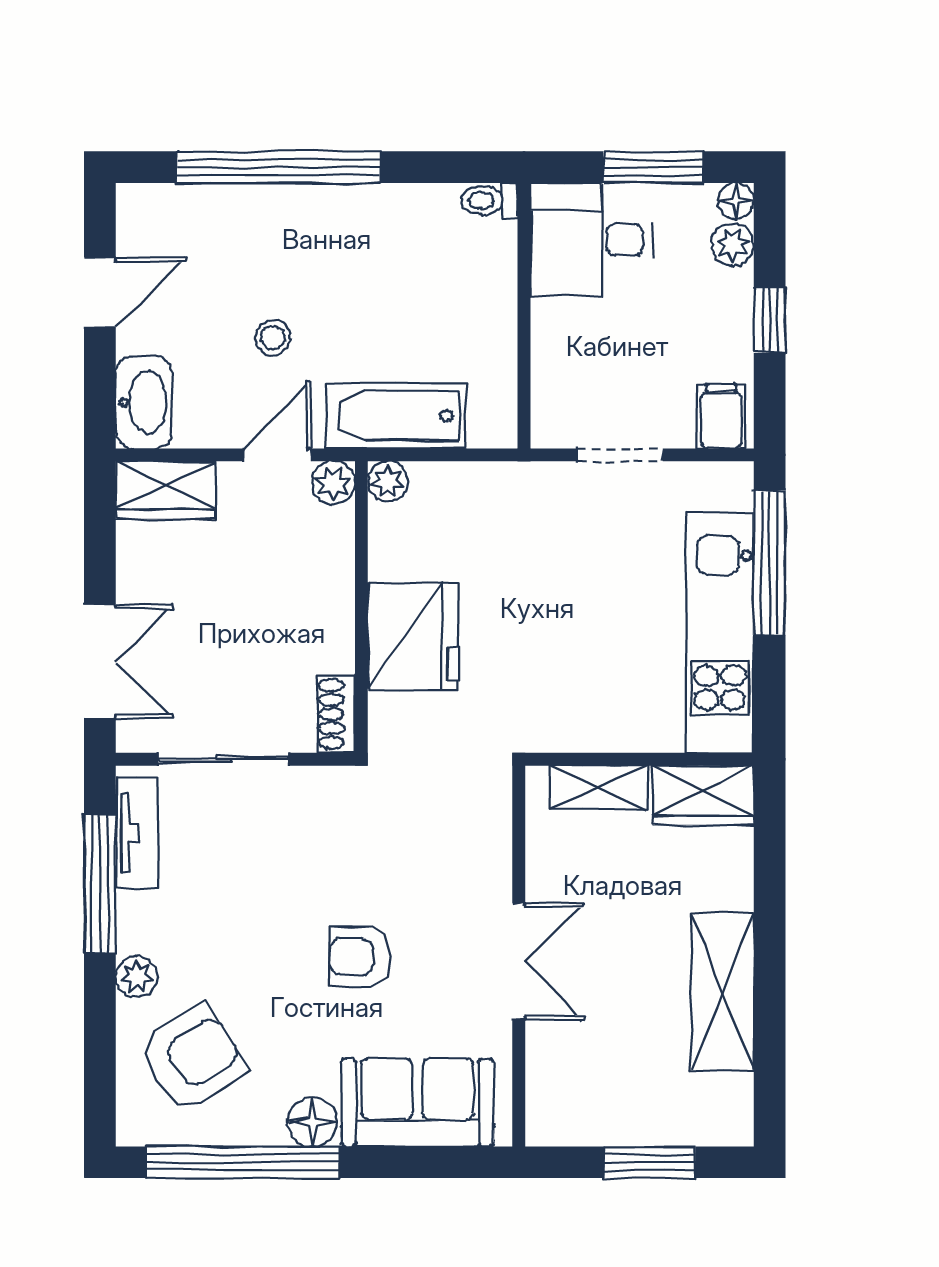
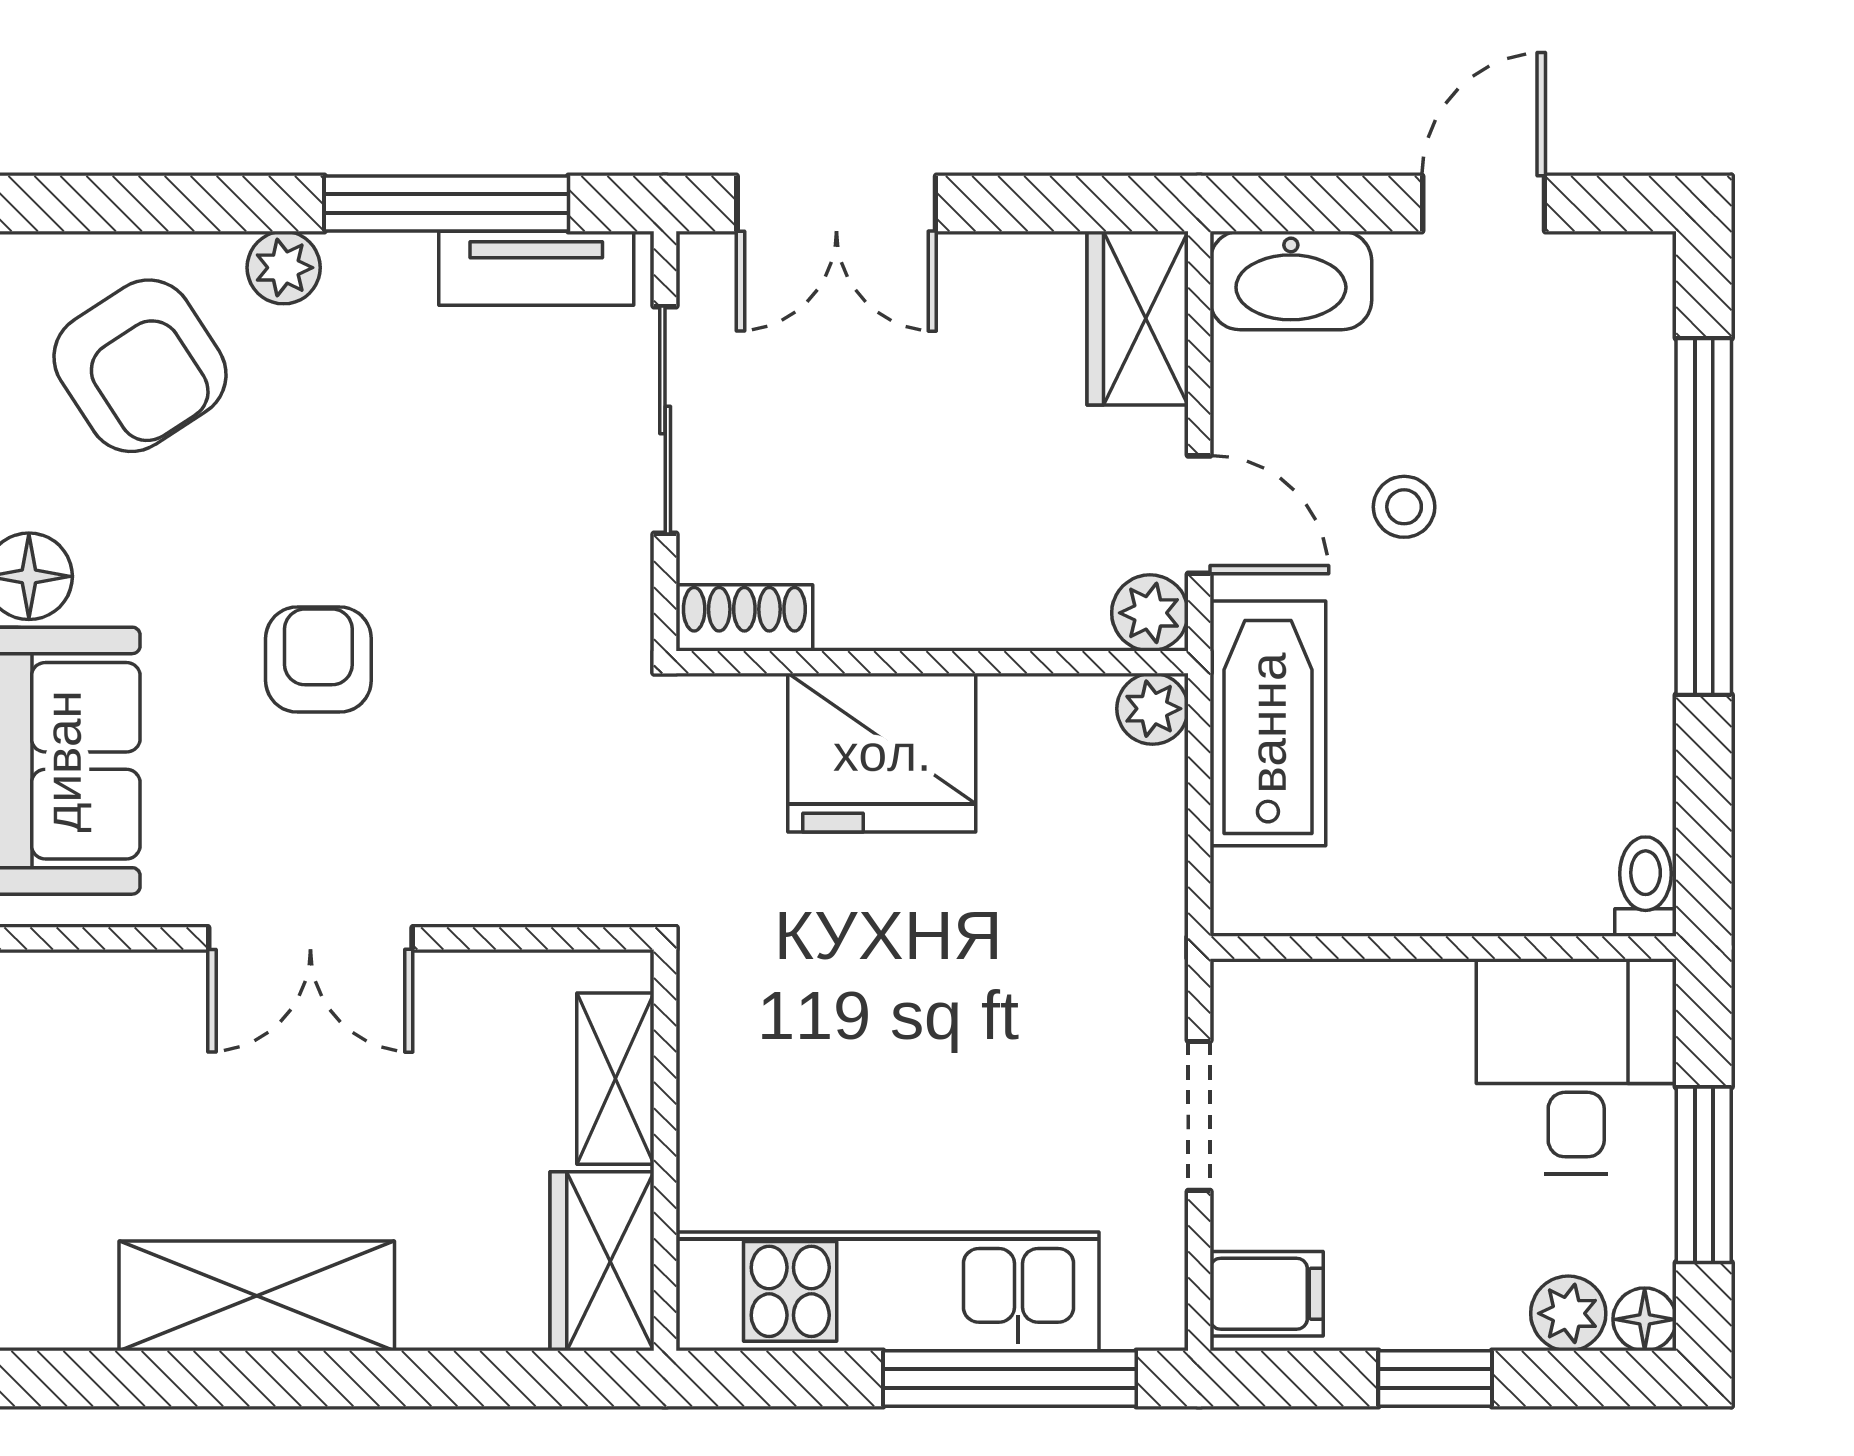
door: (100, 293) -> (1484, 203), swing flipped

